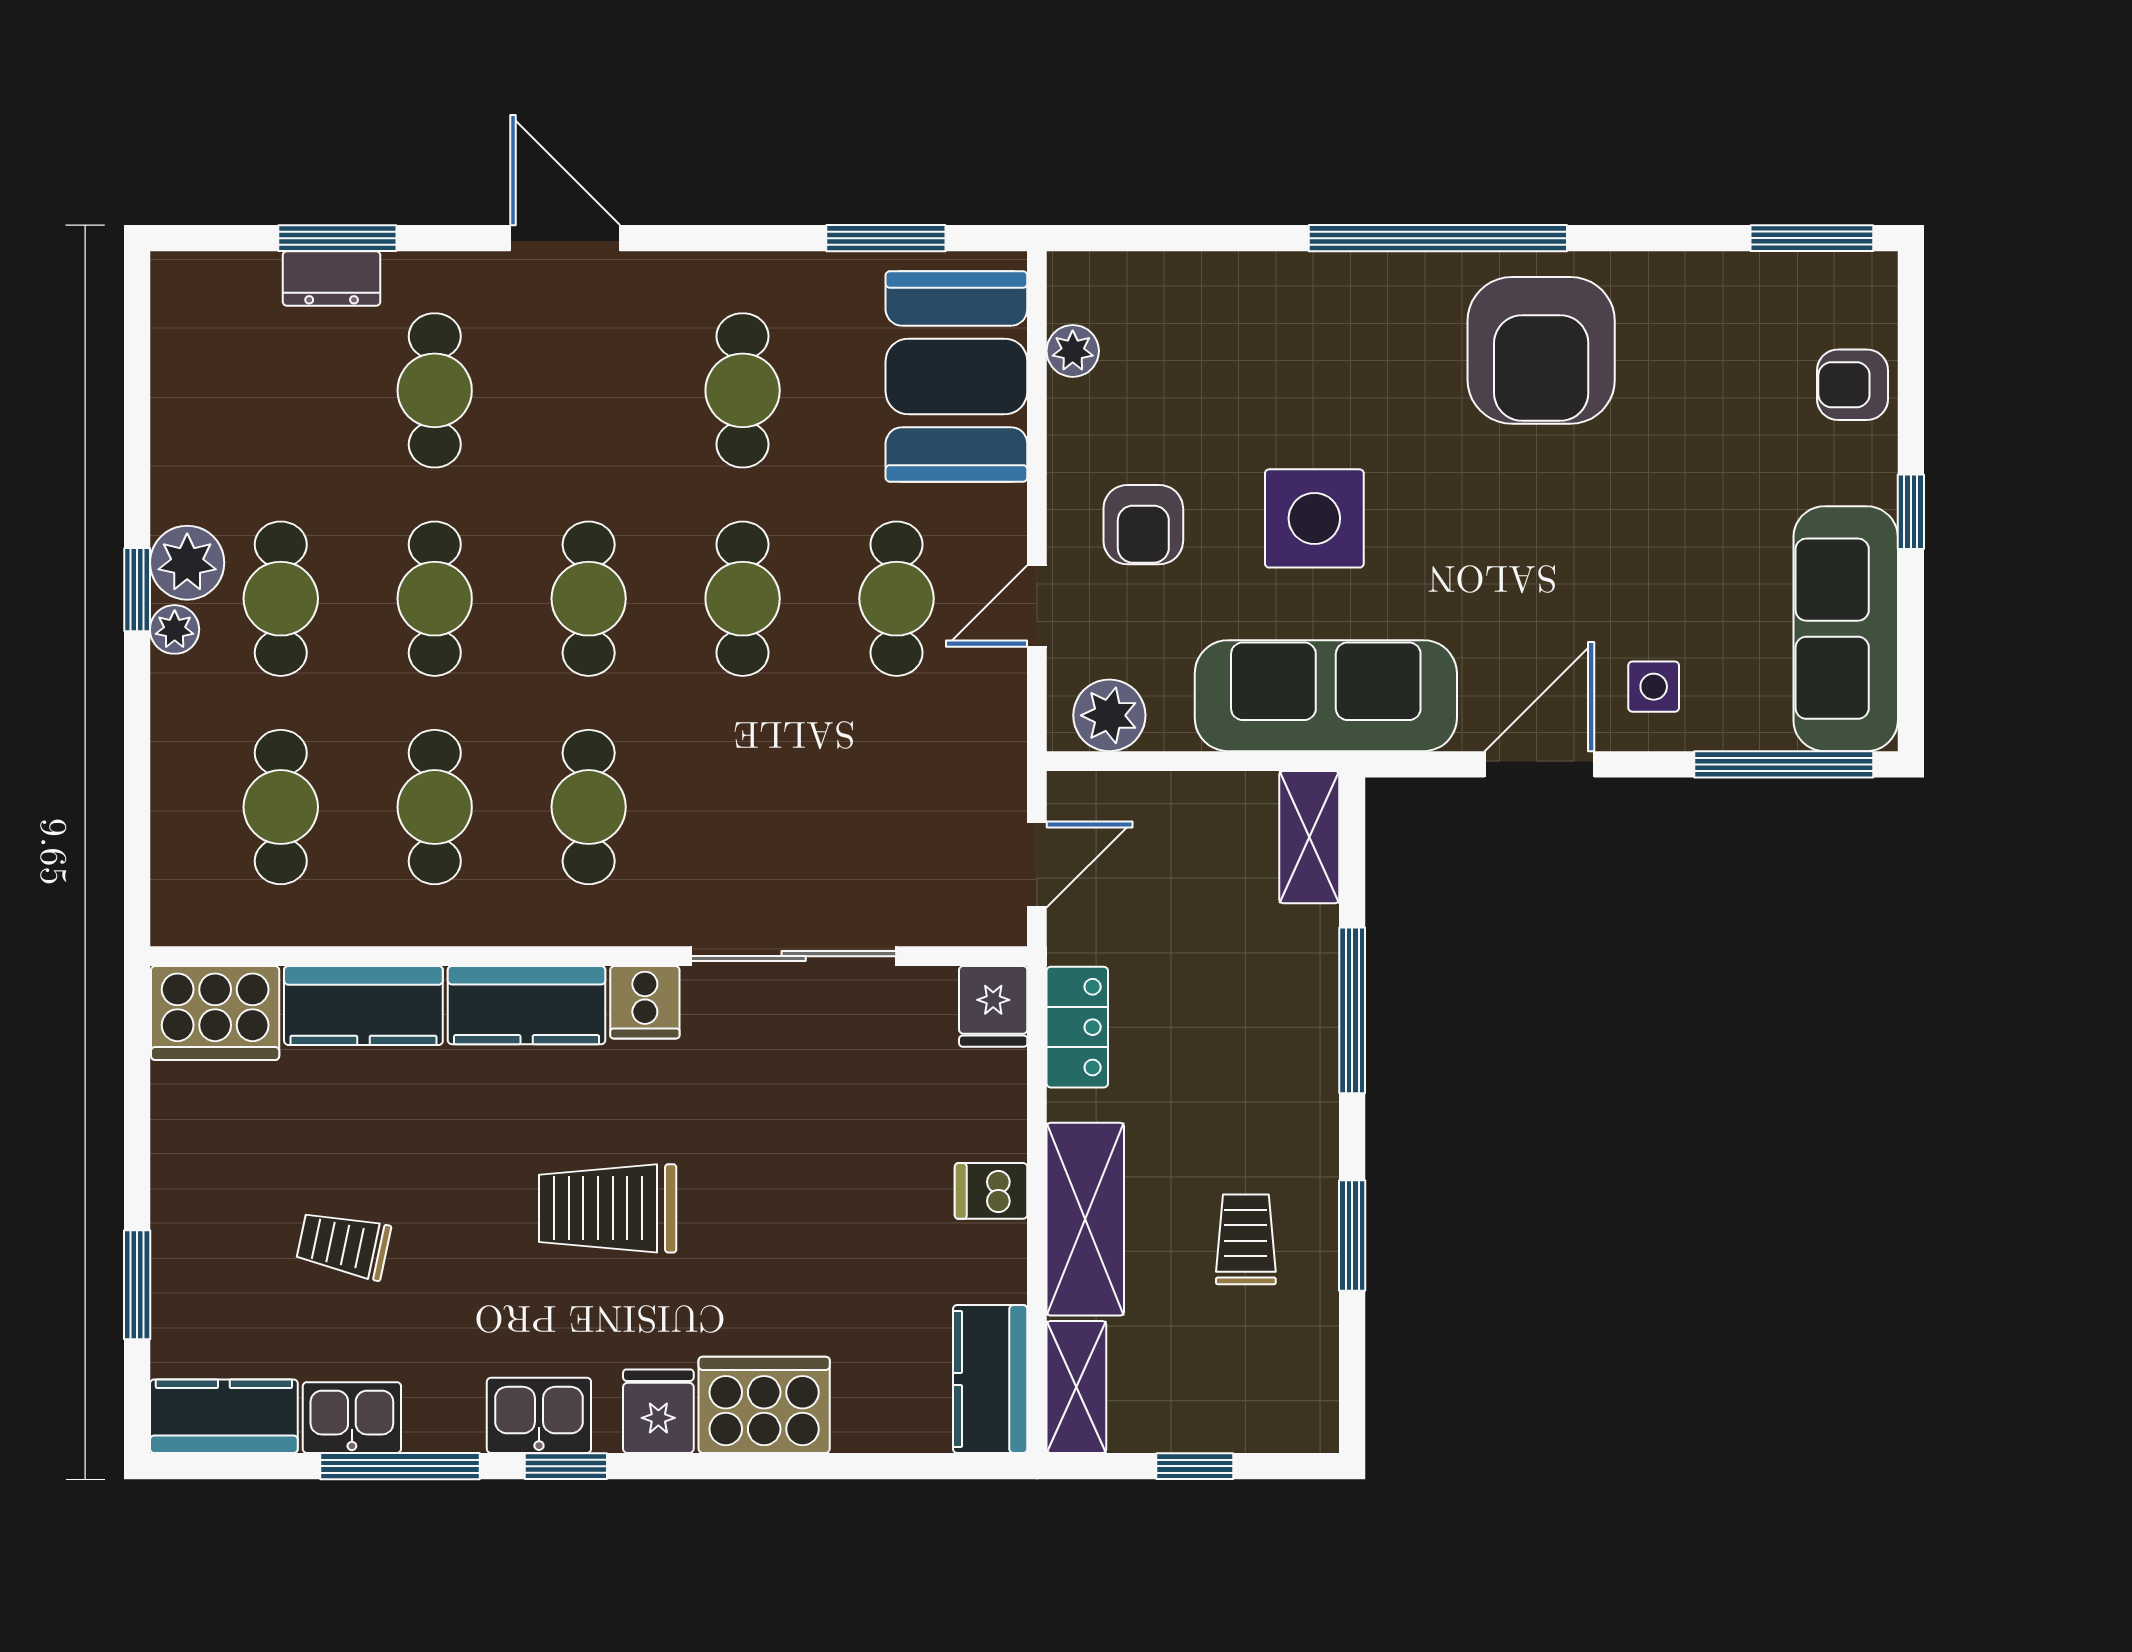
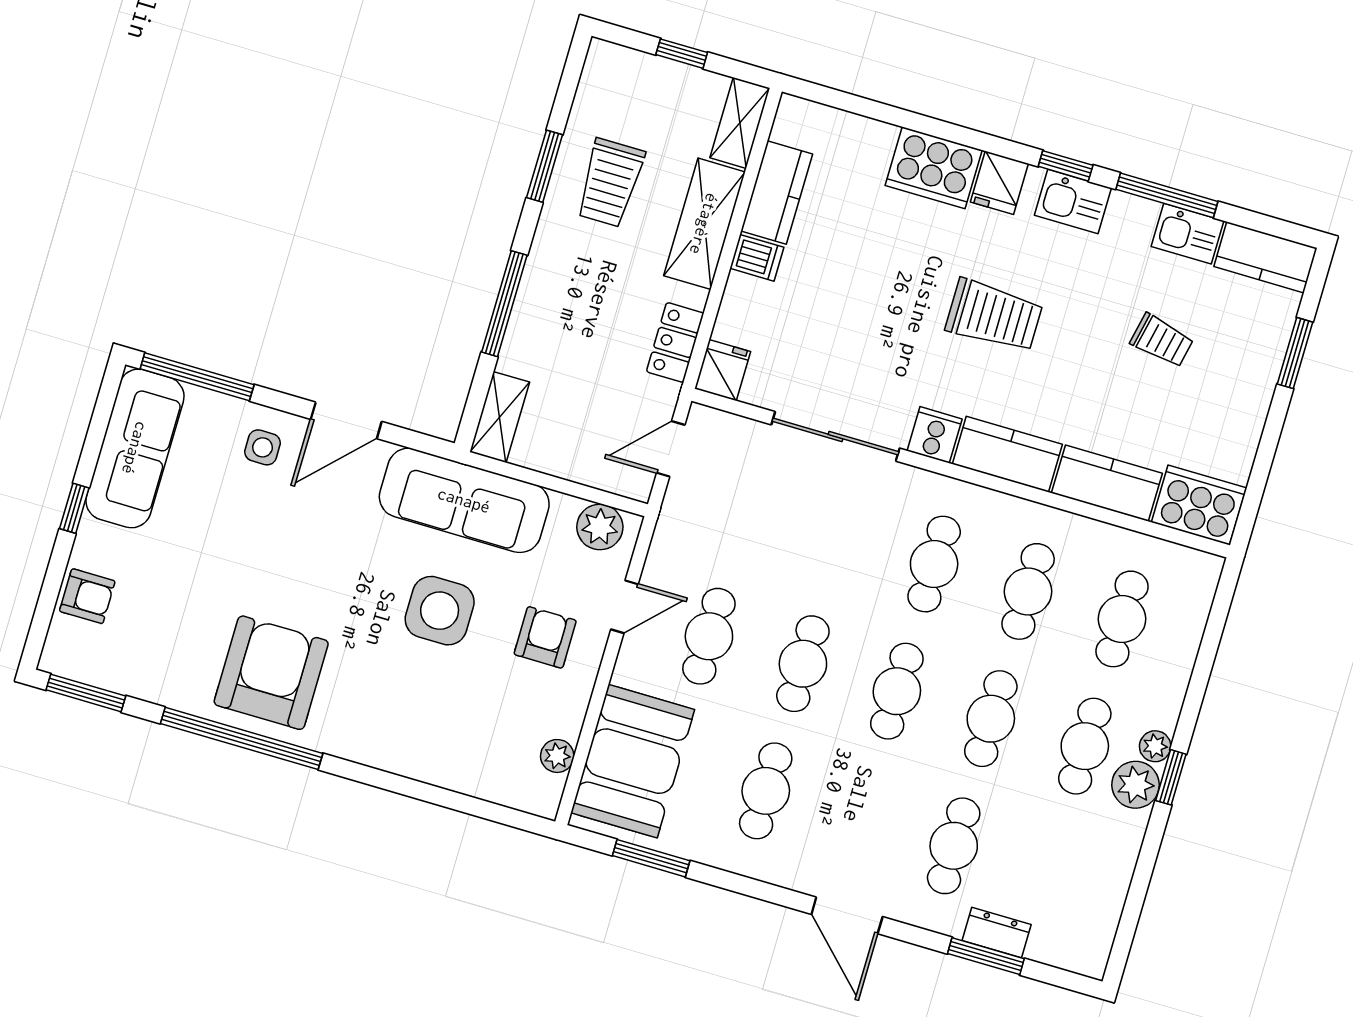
window: (1438, 238) -> (242, 738), moved
trolley: (1246, 1239) -> (610, 183), width x1.36, depth x1.39
kitchen counter: (990, 1379) -> (777, 193), moved

